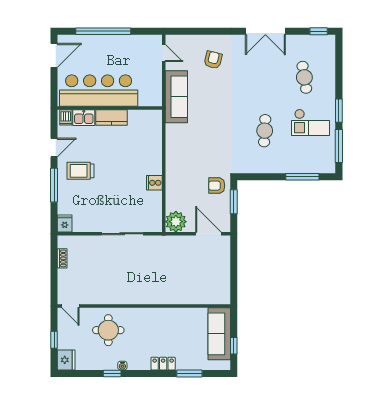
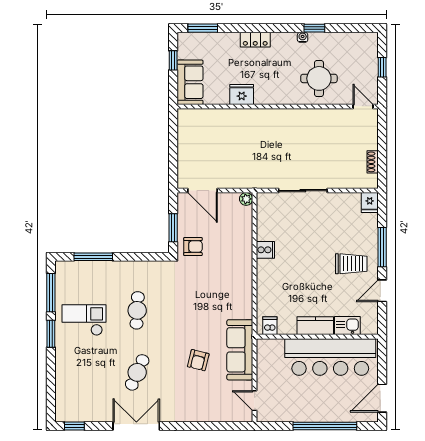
armchair: (213, 60) -> (198, 360), moved
cafe table: (304, 77) -> (137, 372), moved, turned 33
dishwasher: (66, 117) -> (270, 326), moved
plant: (176, 222) -> (246, 199), width x0.53, depth x0.53
sofa: (219, 334) -> (190, 82), width x0.73
fridge: (66, 360) -> (242, 94), moved, turned 90
window: (189, 373) -> (203, 28), moved

